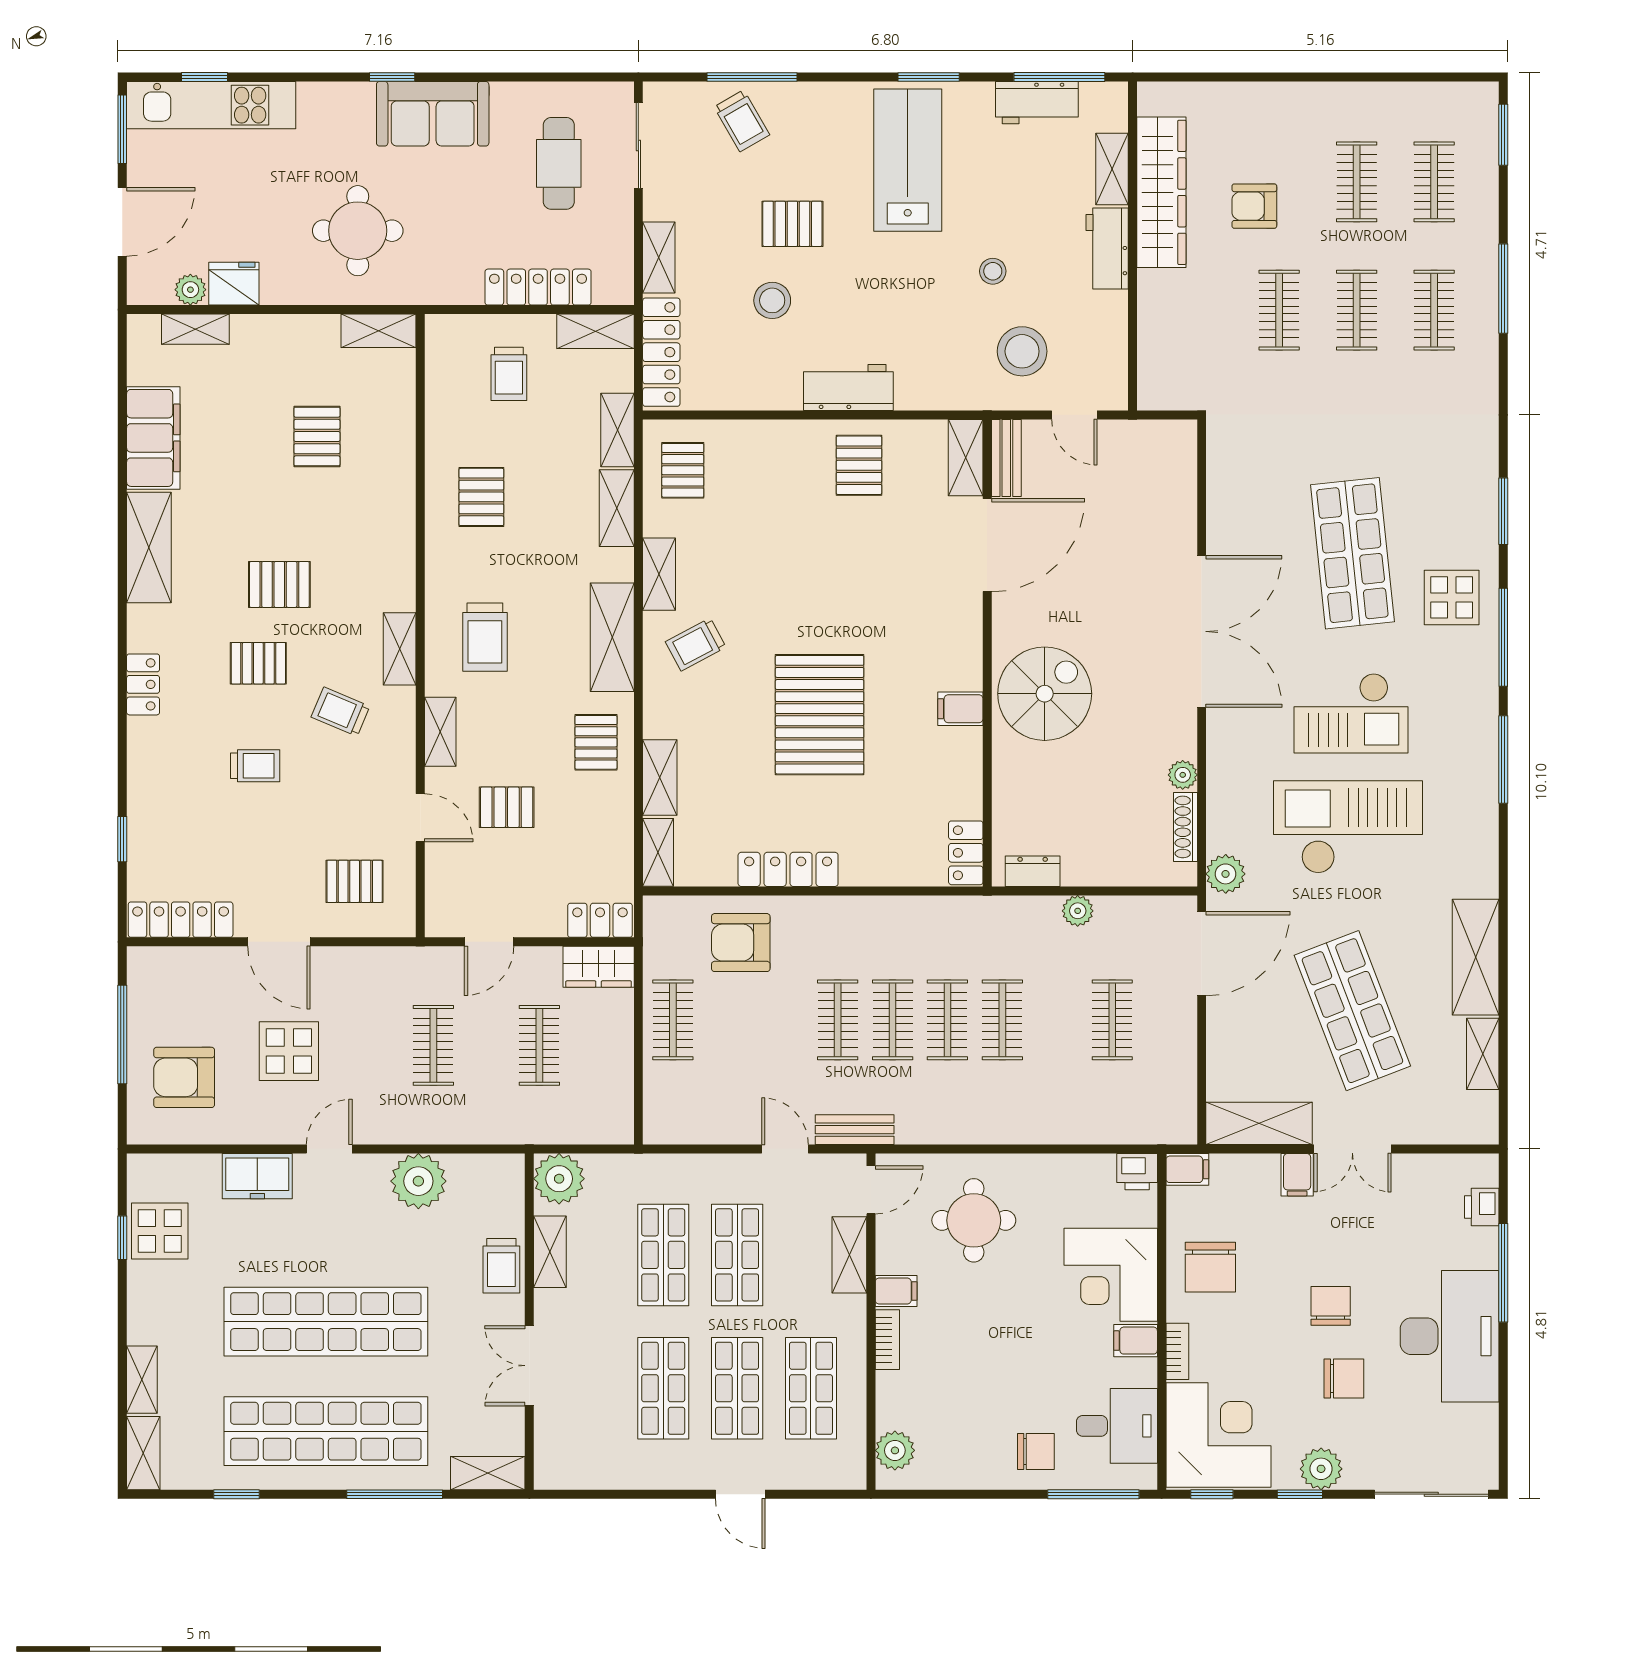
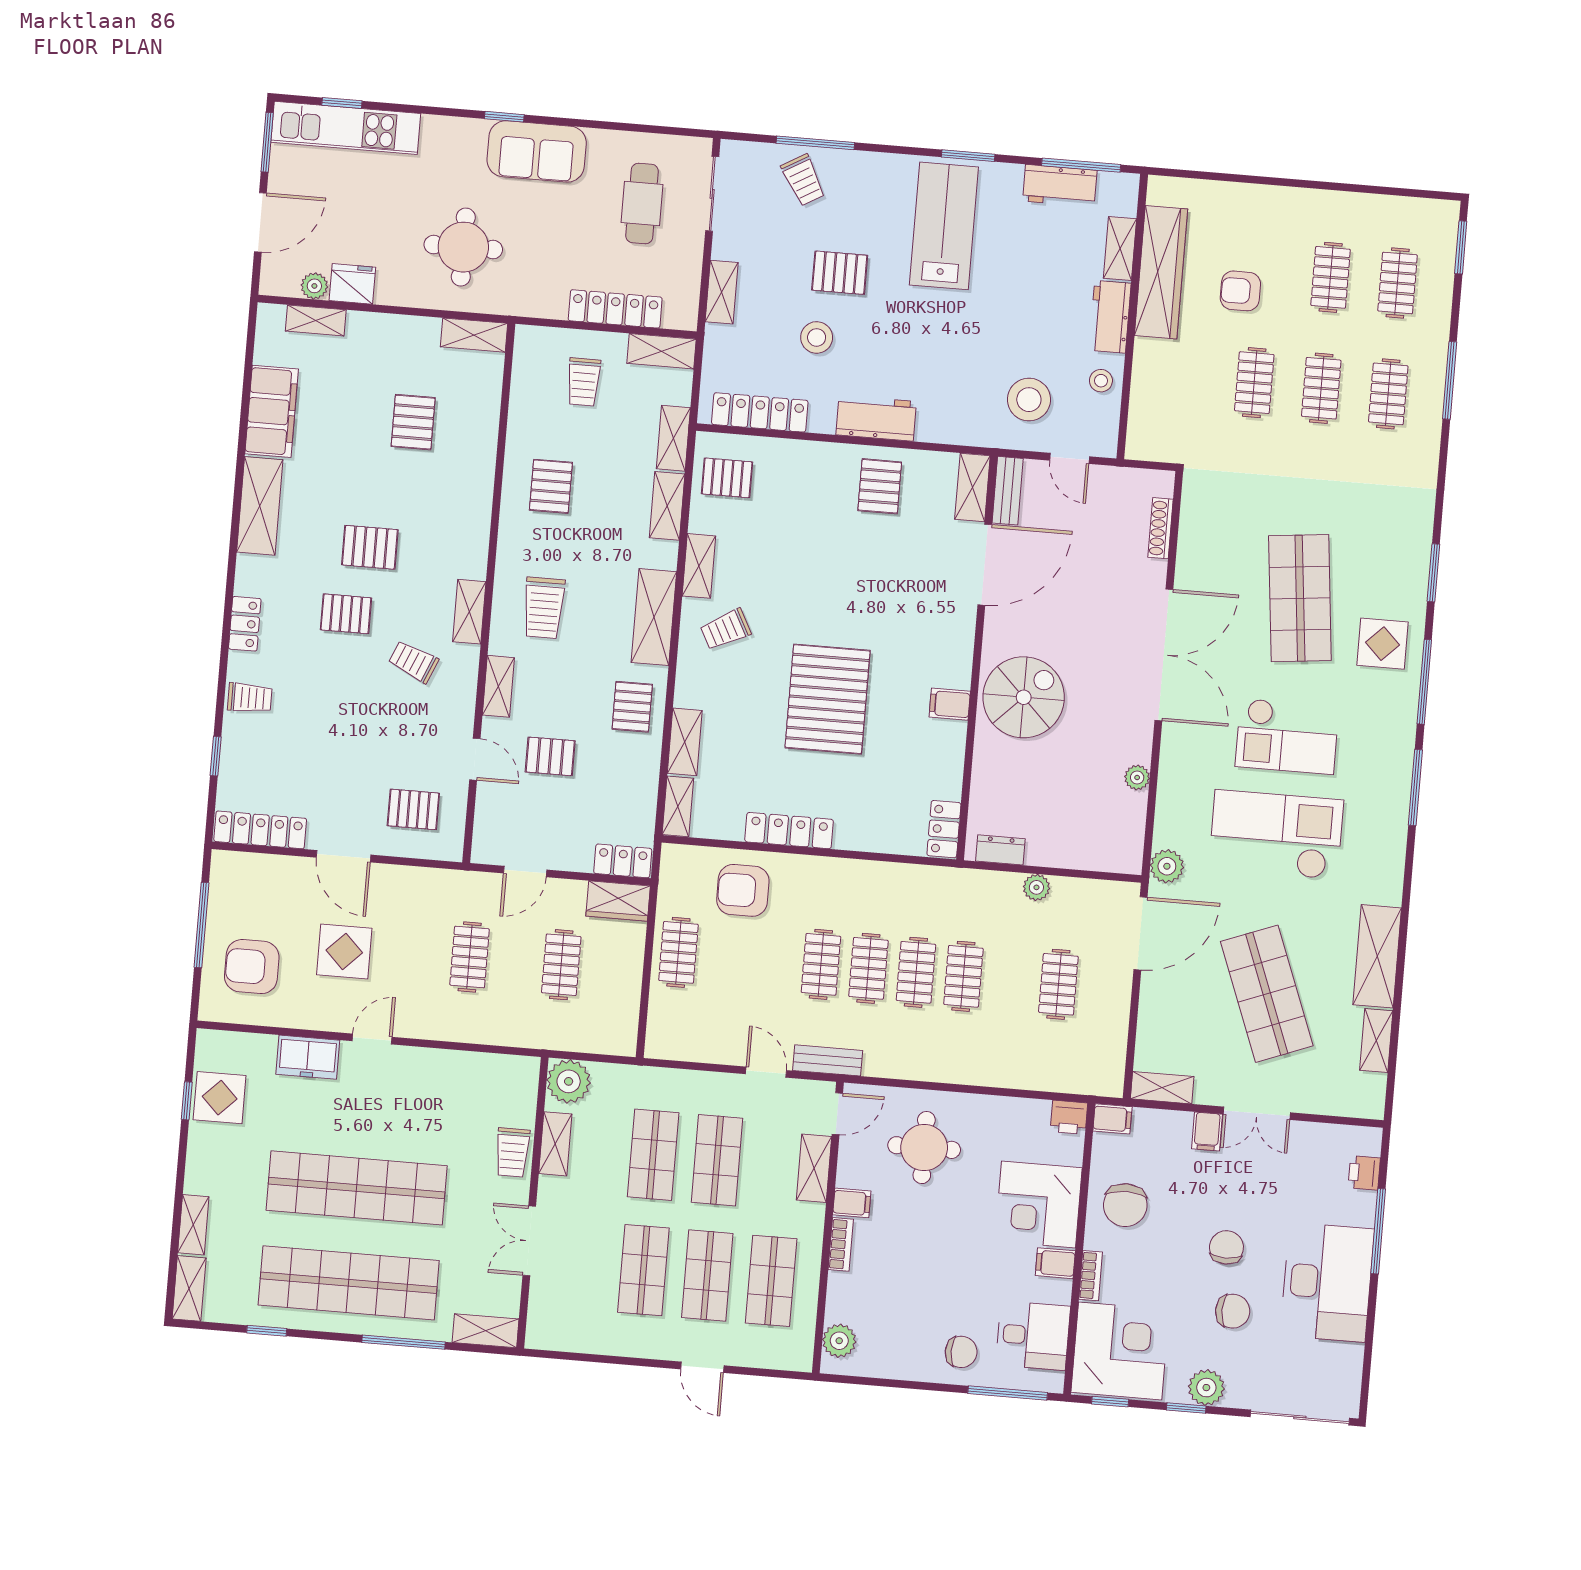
stool: (993, 271) -> (1101, 381), moved
locker: (661, 352) -> (760, 412), moved, turned -90
pallet: (683, 470) -> (727, 478), turned 90
trolley: (255, 766) -> (250, 698), moved
shoe rack: (1185, 827) -> (1160, 528), moved
shelving: (1259, 1123) -> (1162, 1088), width x0.67, depth x0.75
plant: (418, 1181) -> (447, 1073), removed

